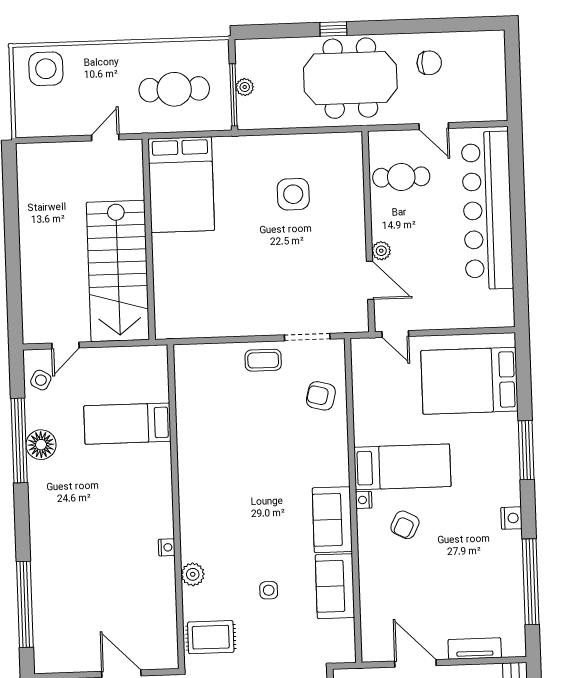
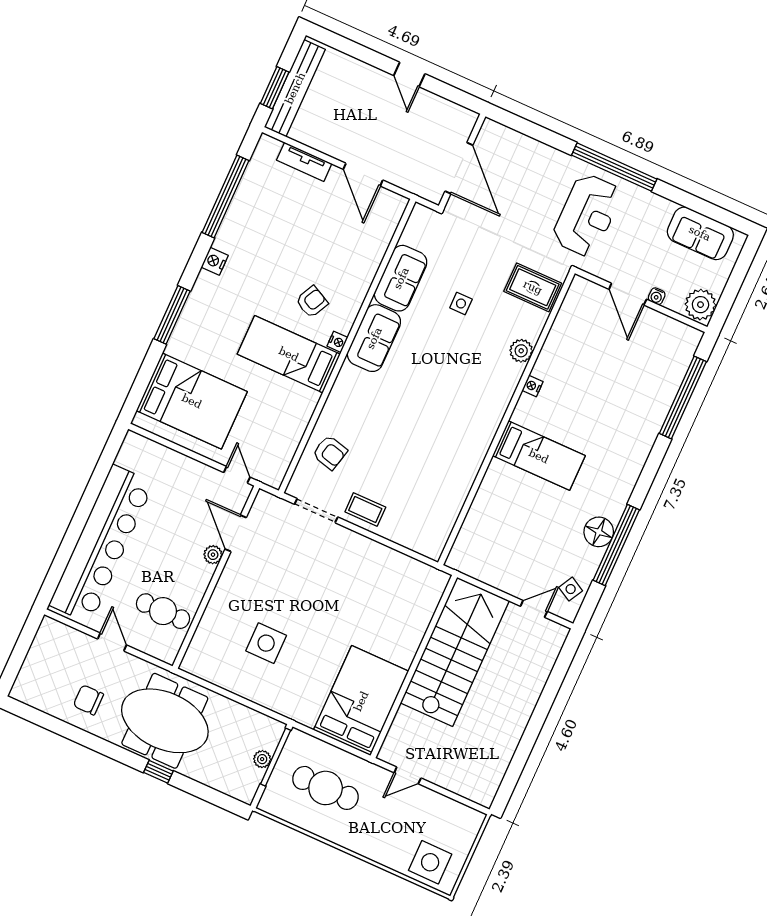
bed: (127, 424) -> (539, 456), moved

